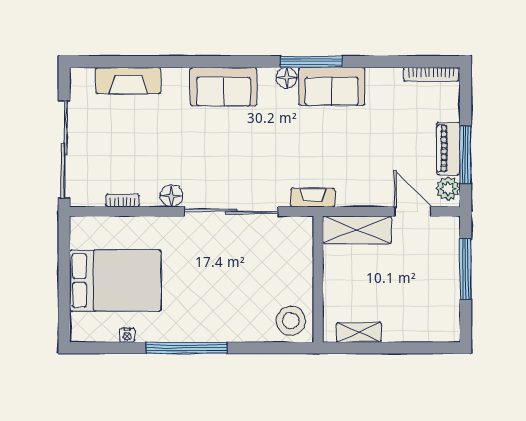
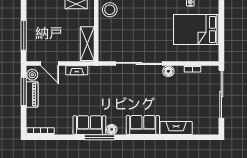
fireplace: (128, 81) -> (176, 128), moved
fireplace: (313, 198) -> (77, 70), moved
shelving: (357, 230) -> (87, 44), moved, turned 90

